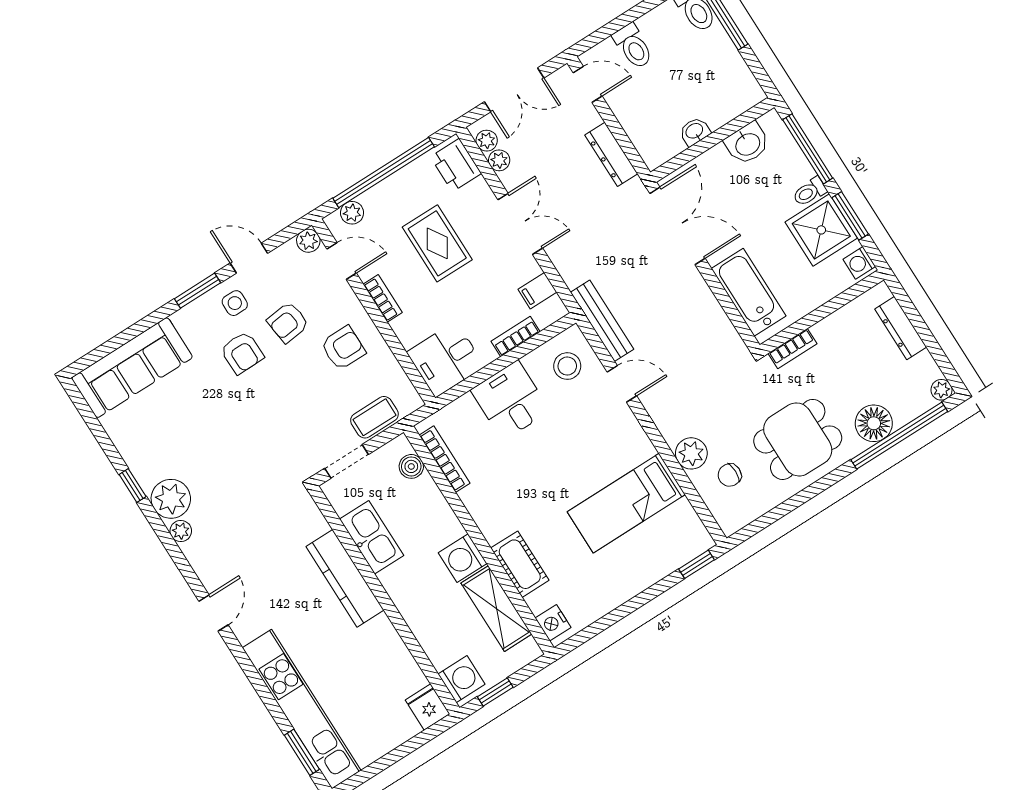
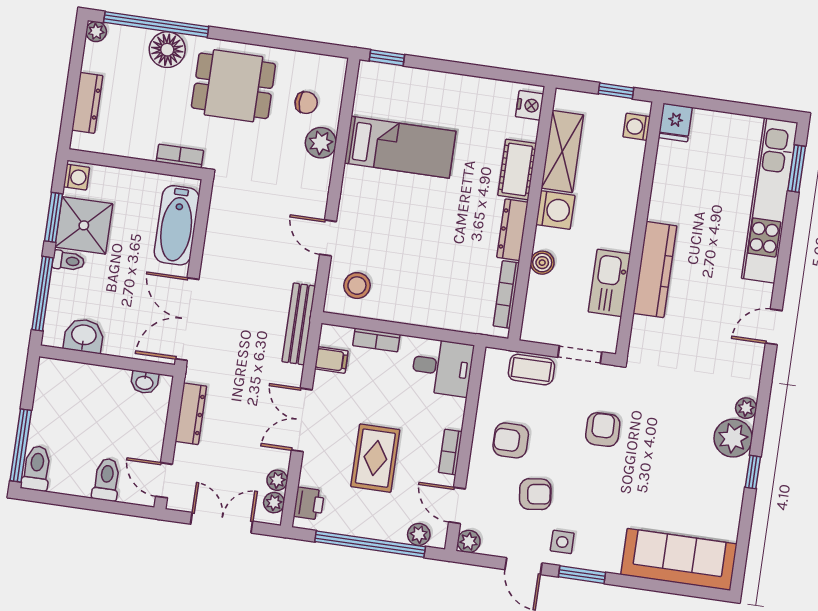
washbasin: (695, 131) -> (145, 382), moved
printer: (456, 165) -> (309, 504), width x0.73, depth x0.81
bench: (602, 321) -> (299, 324), moved
armchair: (242, 353) -> (603, 430), moved
desk: (510, 400) -> (421, 296), removed
boiler: (411, 466) -> (542, 263), moved
dresser: (483, 514) -> (512, 230), added
washing machine: (461, 679) -> (637, 127), width x0.73, depth x0.73

